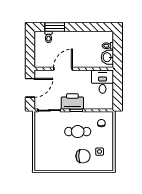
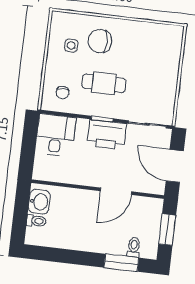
window: (30, 50) -> (167, 230), added
desk: (103, 82) -> (56, 135), moved, turned 180
door: (30, 88) -> (175, 166), hinge flipped

